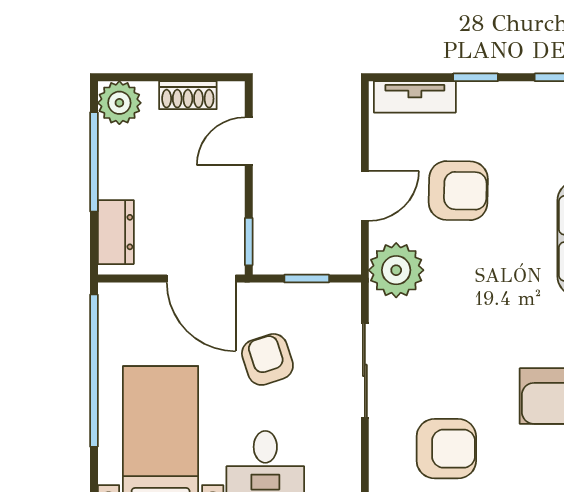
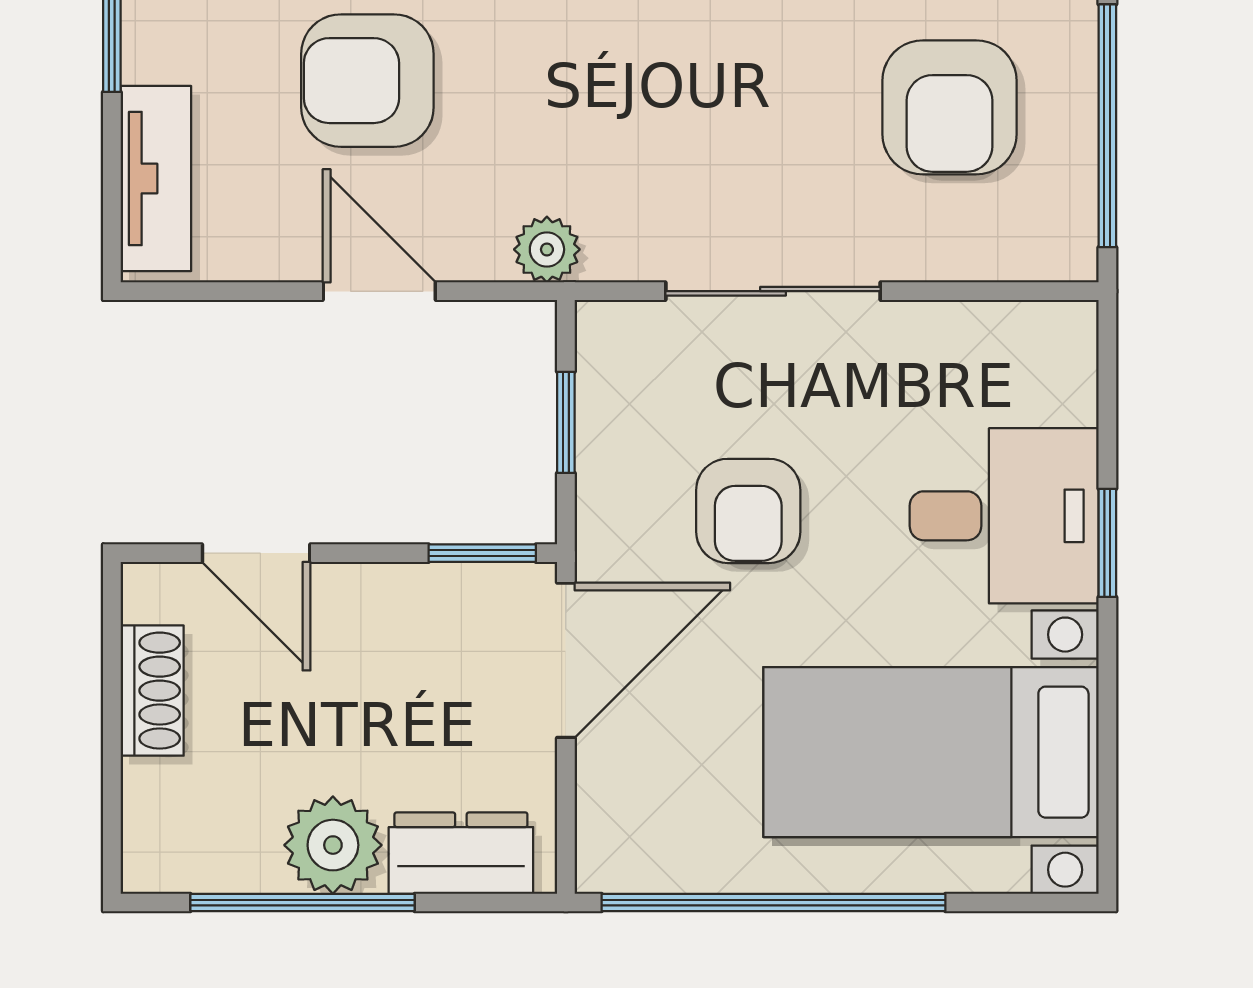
plant: (119, 103) -> (333, 845), moved
armchair: (458, 191) -> (367, 81), turned -91
plant: (396, 270) -> (547, 249), width x0.53, depth x0.53
armchair: (267, 359) -> (748, 511), turned -72
armchair: (446, 449) -> (950, 107), turned 180

